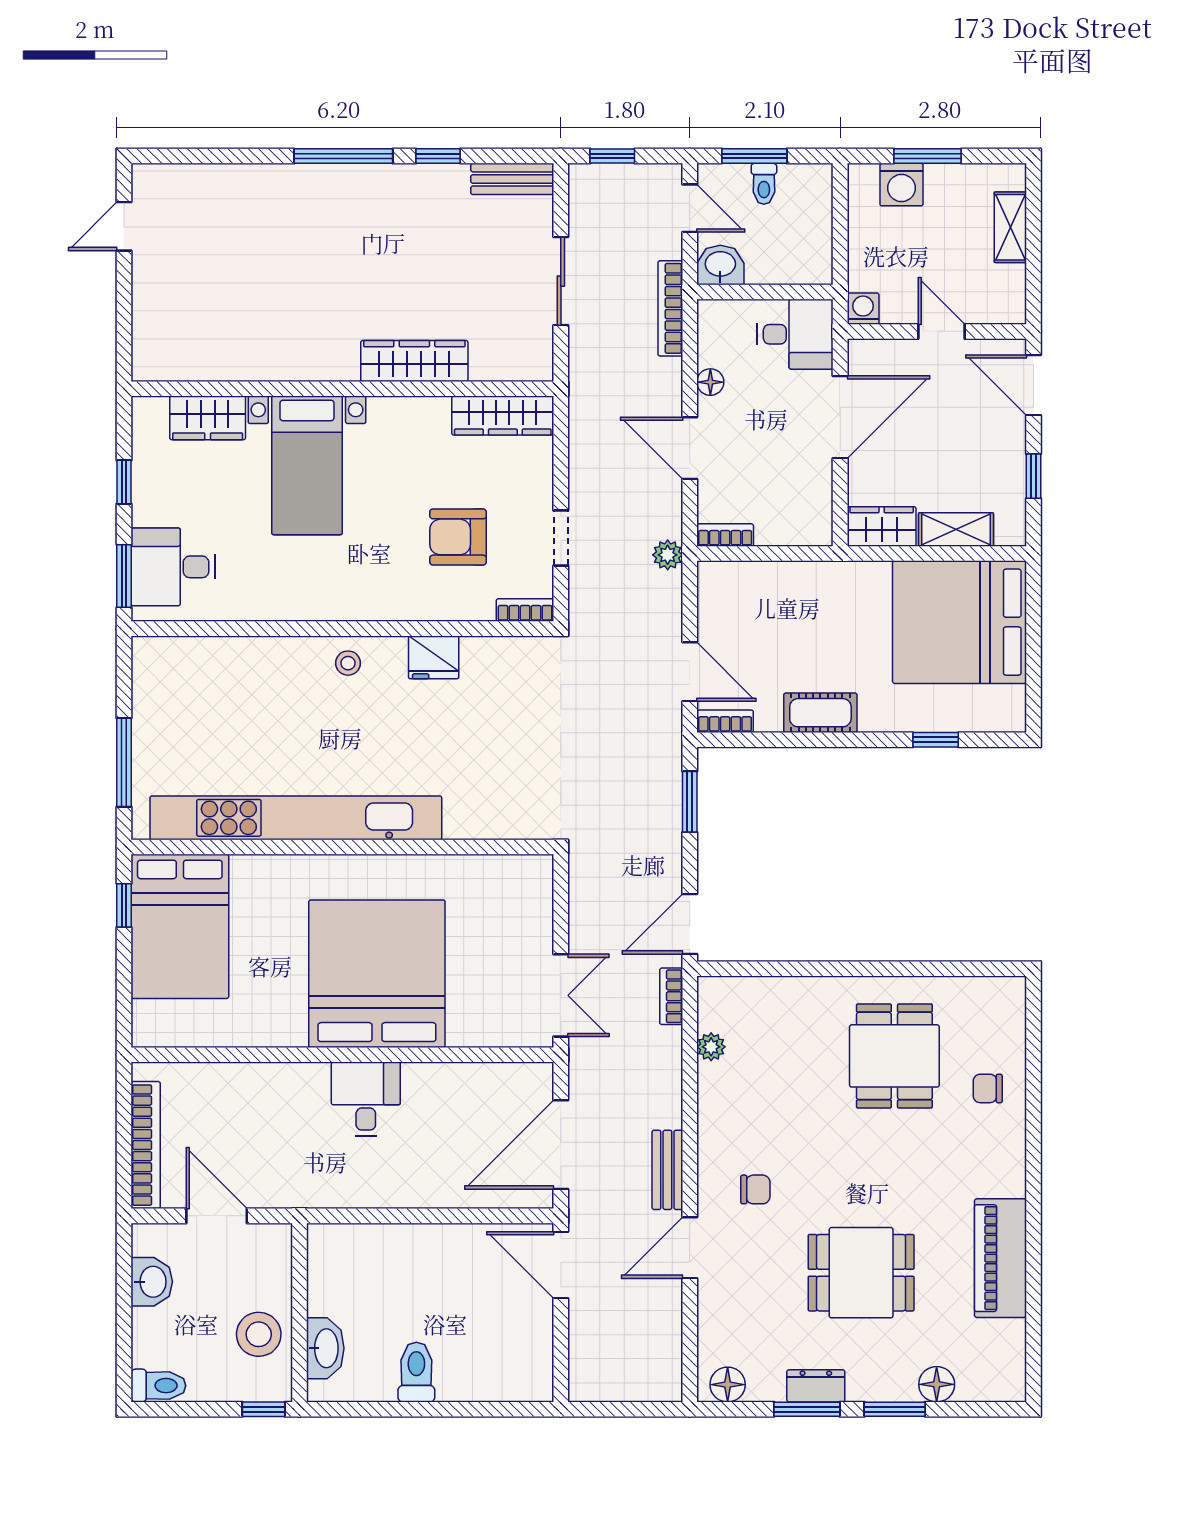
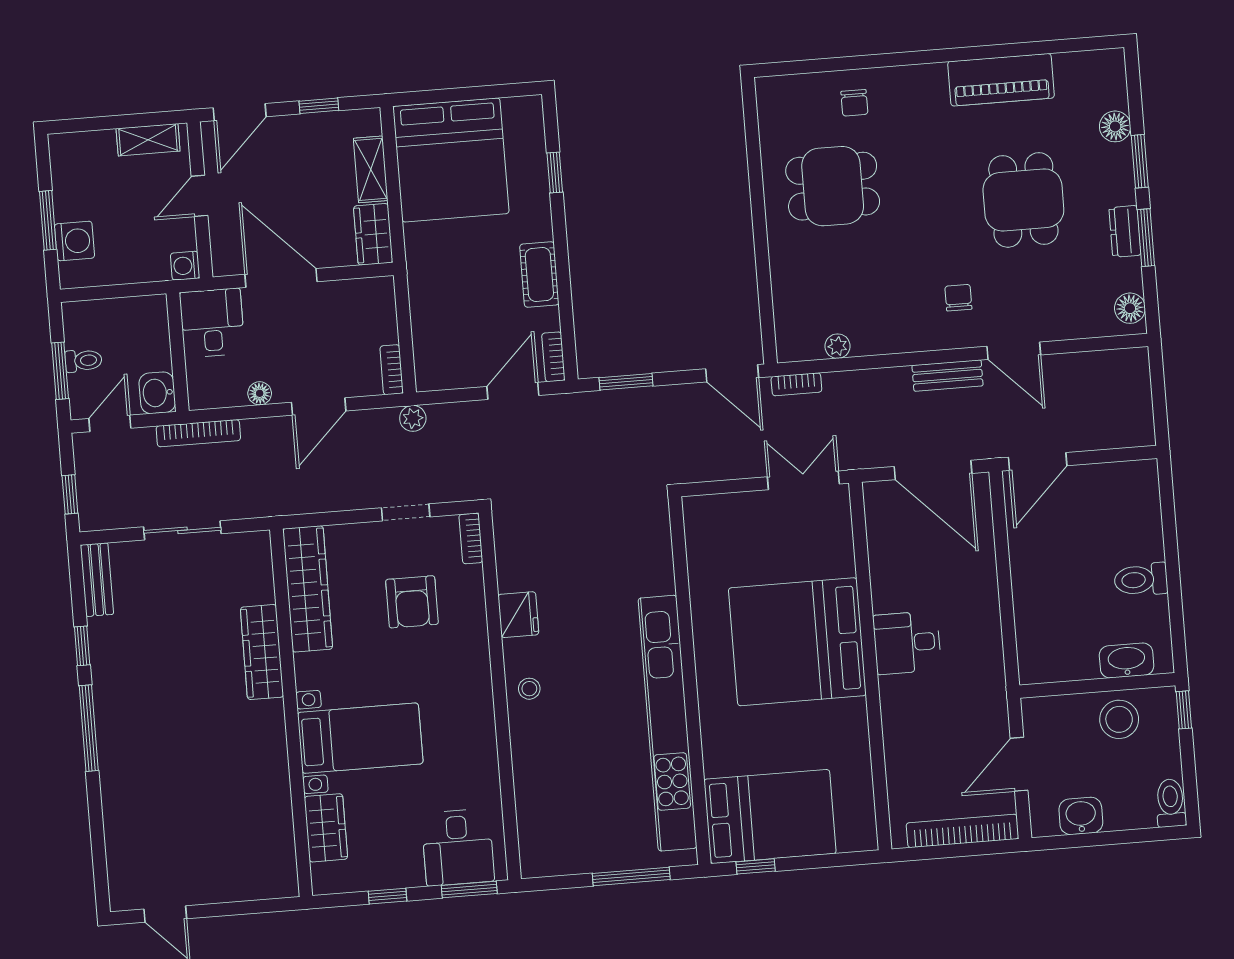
shelving: (1010, 227) -> (148, 140), moved
wardrobe: (503, 416) -> (308, 589), width x1.40, depth x1.17

